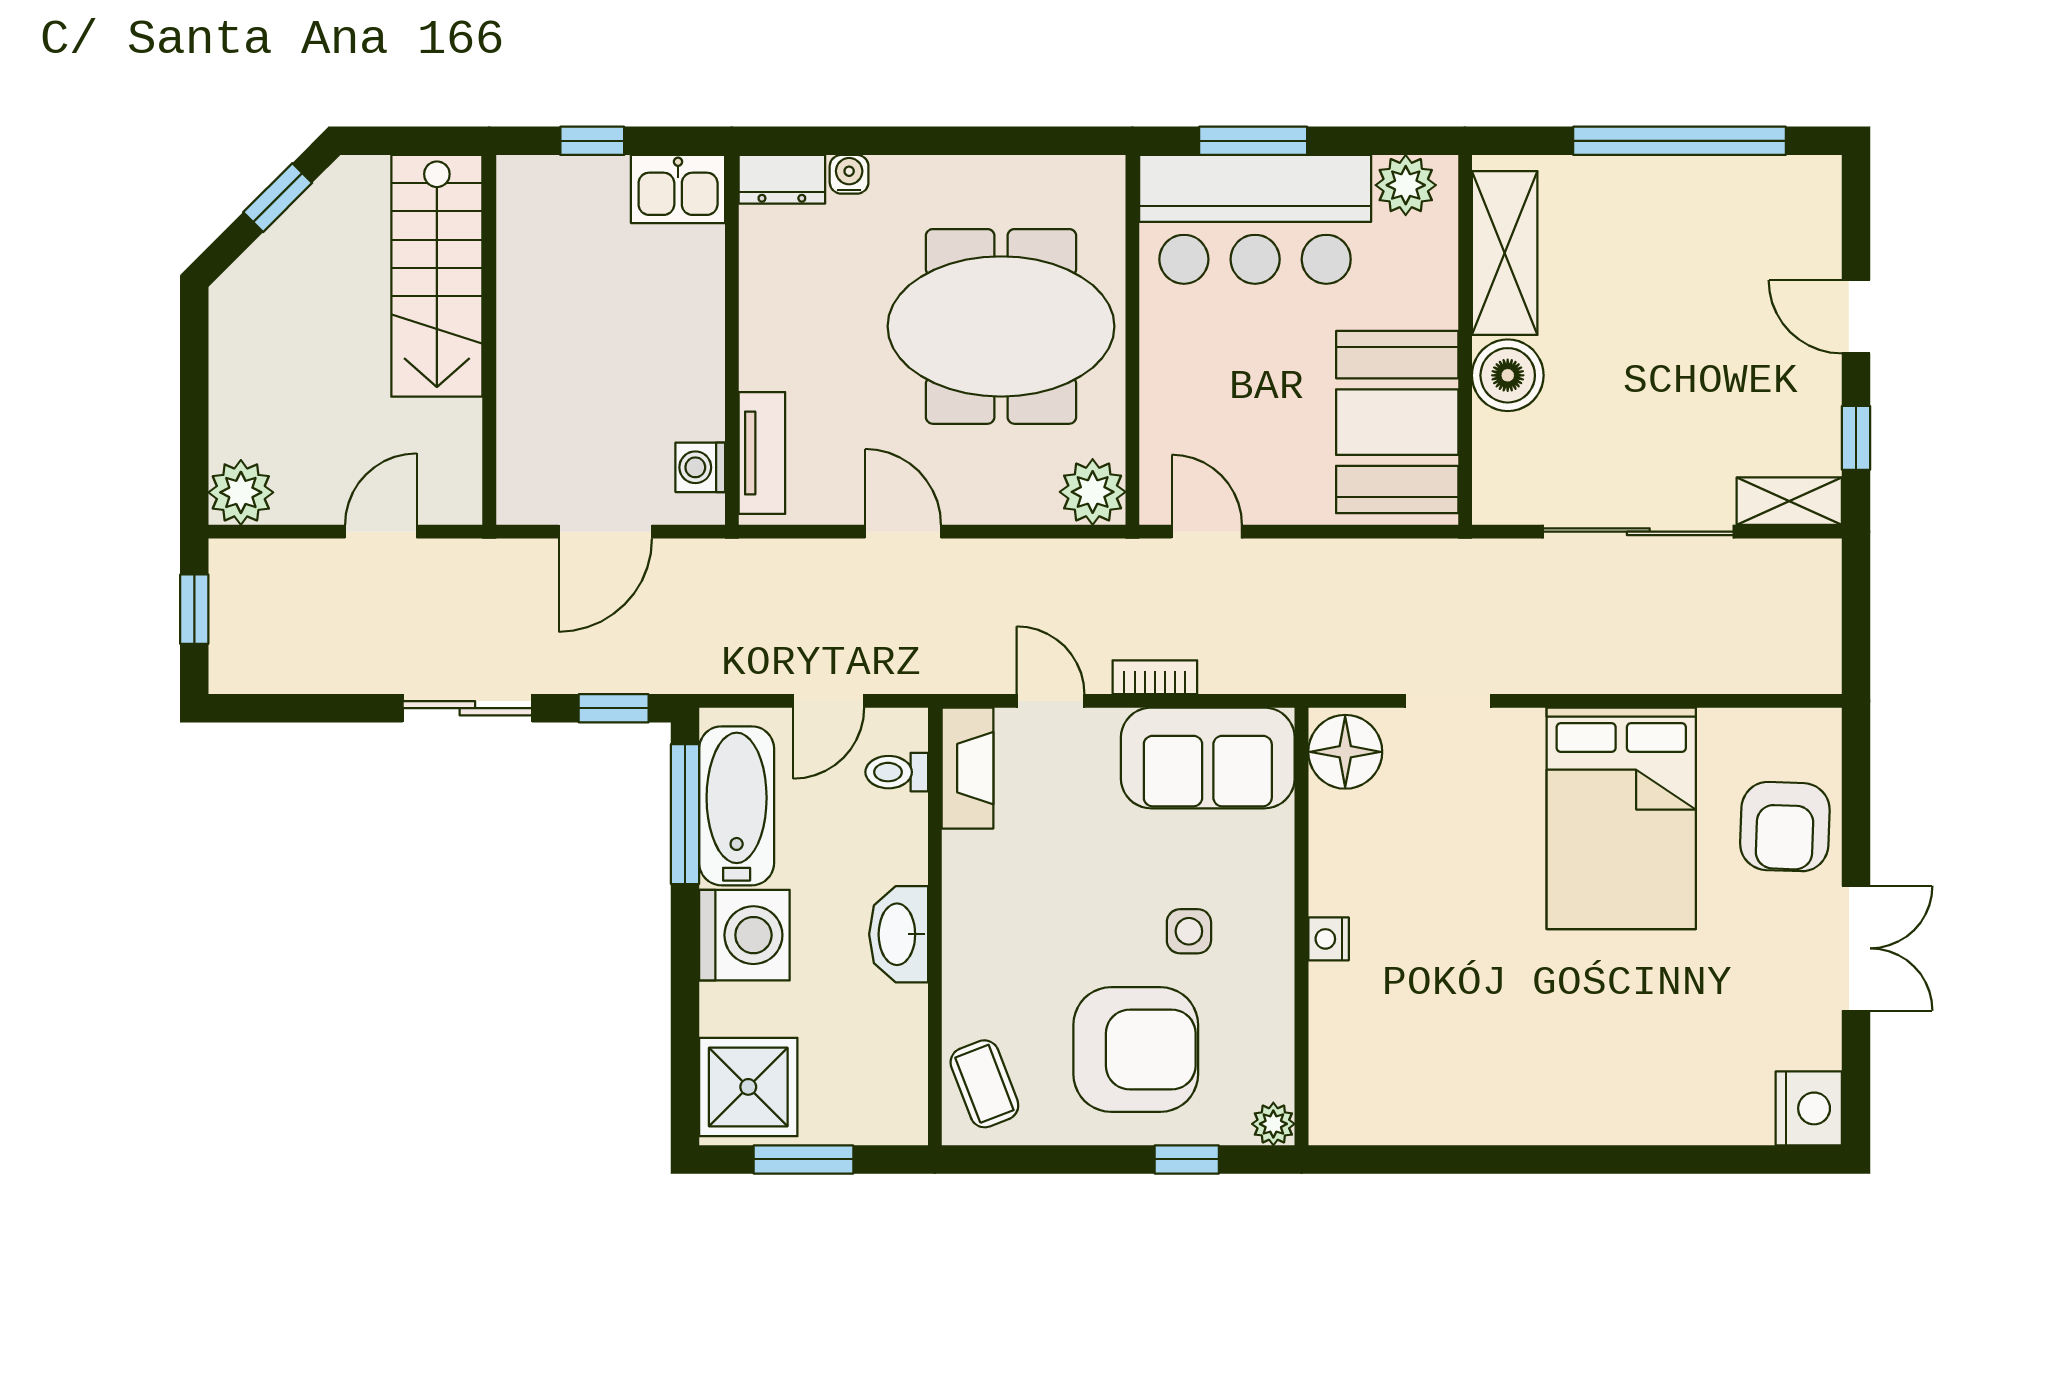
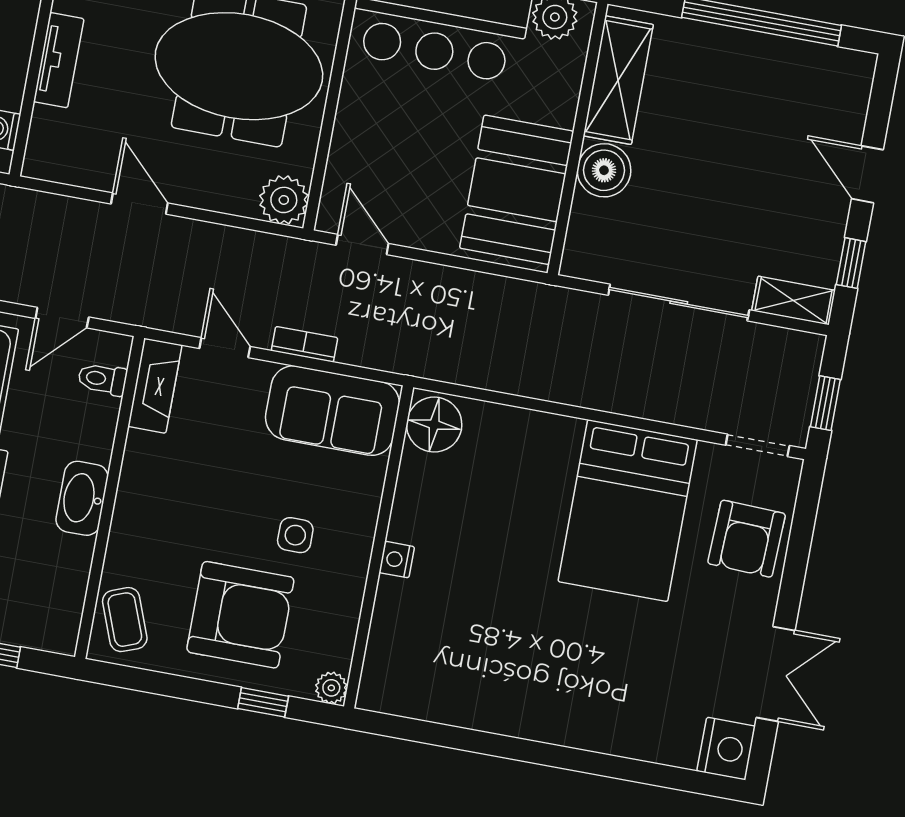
tv unit: (762, 453) -> (59, 60), moved
window: (1856, 629) -> (825, 403), added
doorway: (1448, 701) -> (758, 445), moved
double door: (1856, 948) -> (776, 674), moved

